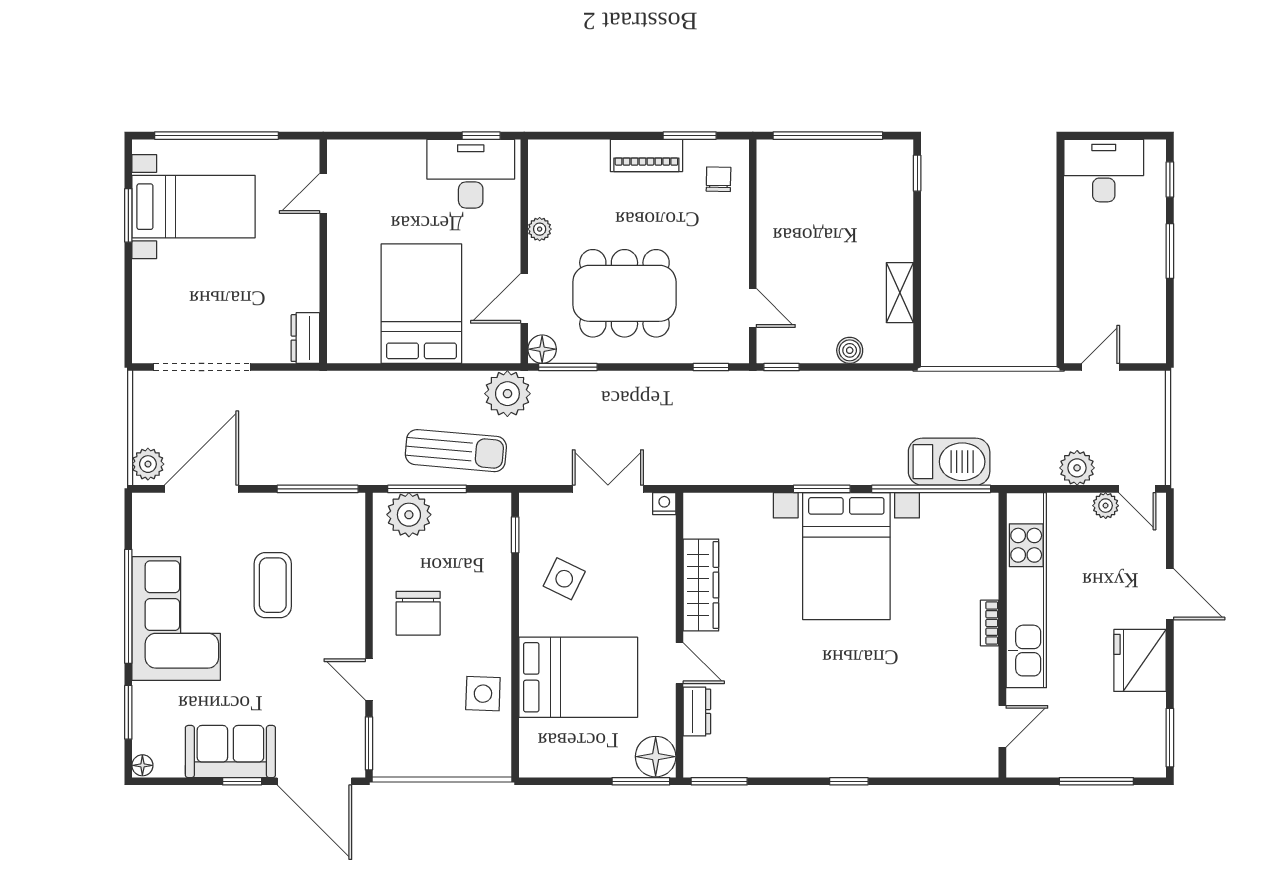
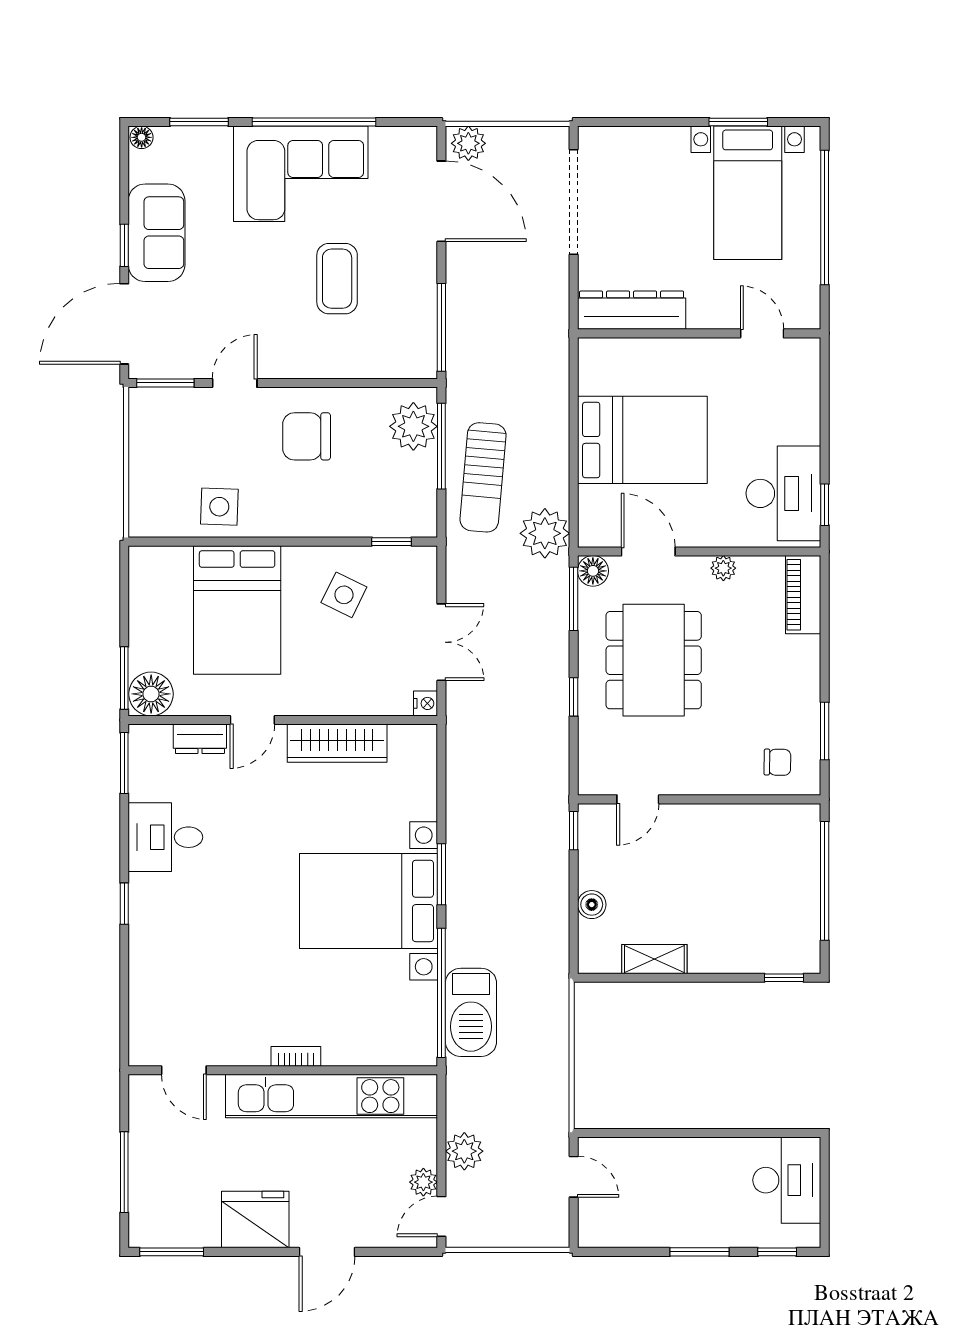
piano: (646, 155) -> (803, 595), moved
dresser: (305, 338) -> (632, 310), width x1.96, depth x1.24
window: (711, 367) -> (574, 697), moved
coffee table: (273, 585) -> (337, 279), turned 90
desk: (788, 743) -> (165, 837), added

